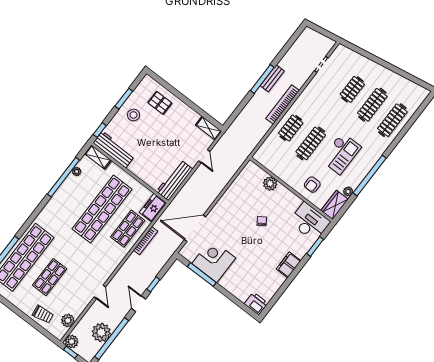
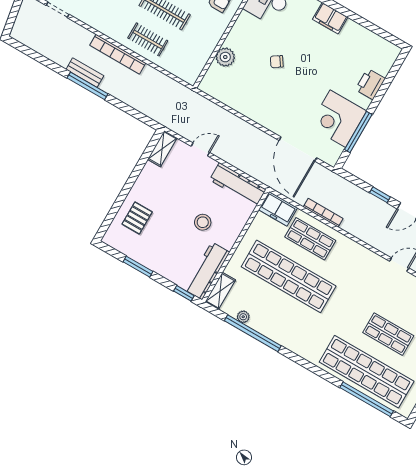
stool: (133, 115) -> (203, 222), moved
printer: (256, 304) -> (370, 84), moved

